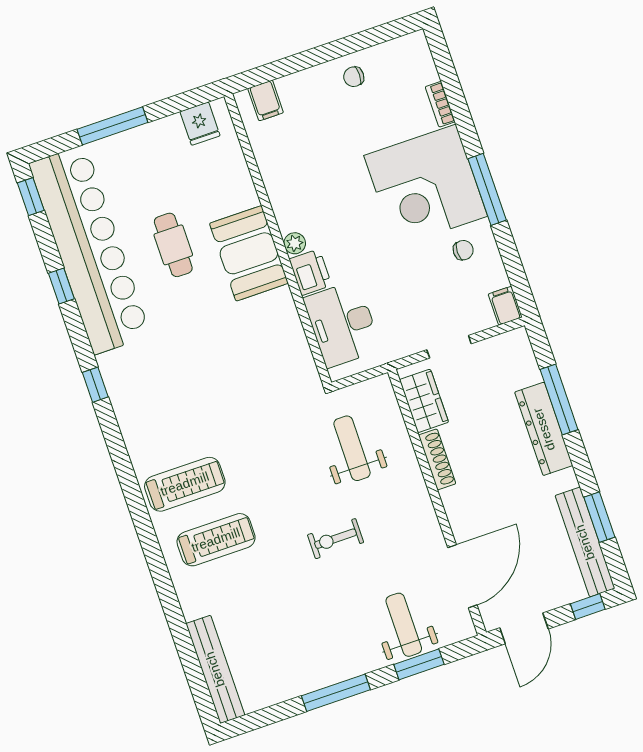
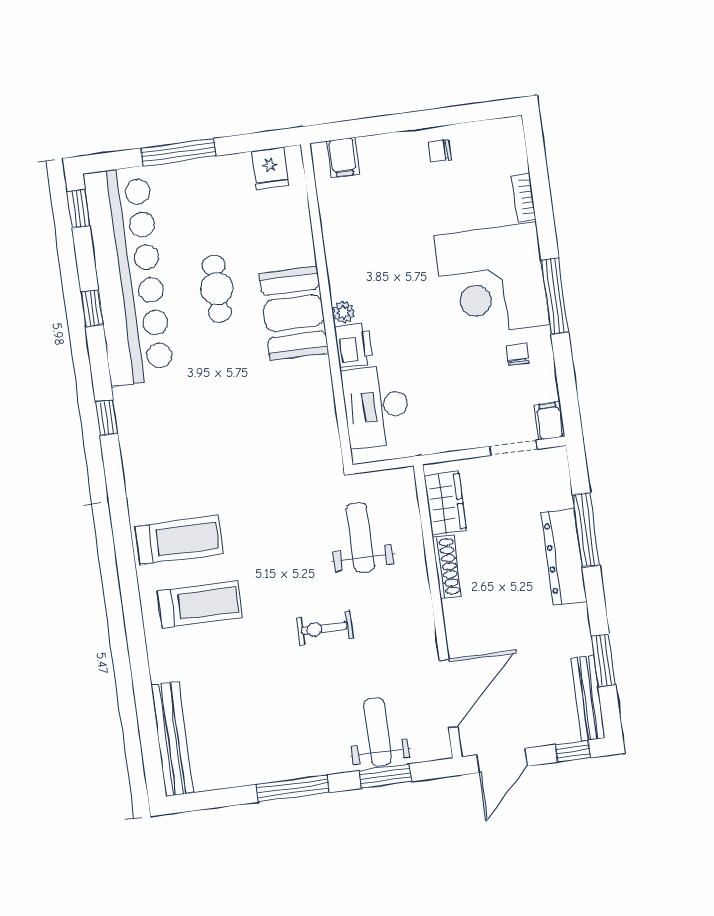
chair: (463, 250) -> (517, 354), turned -90
doorway: (449, 347) -> (513, 448), moved
bench: (585, 542) -> (588, 698), width x0.73, depth x0.82

